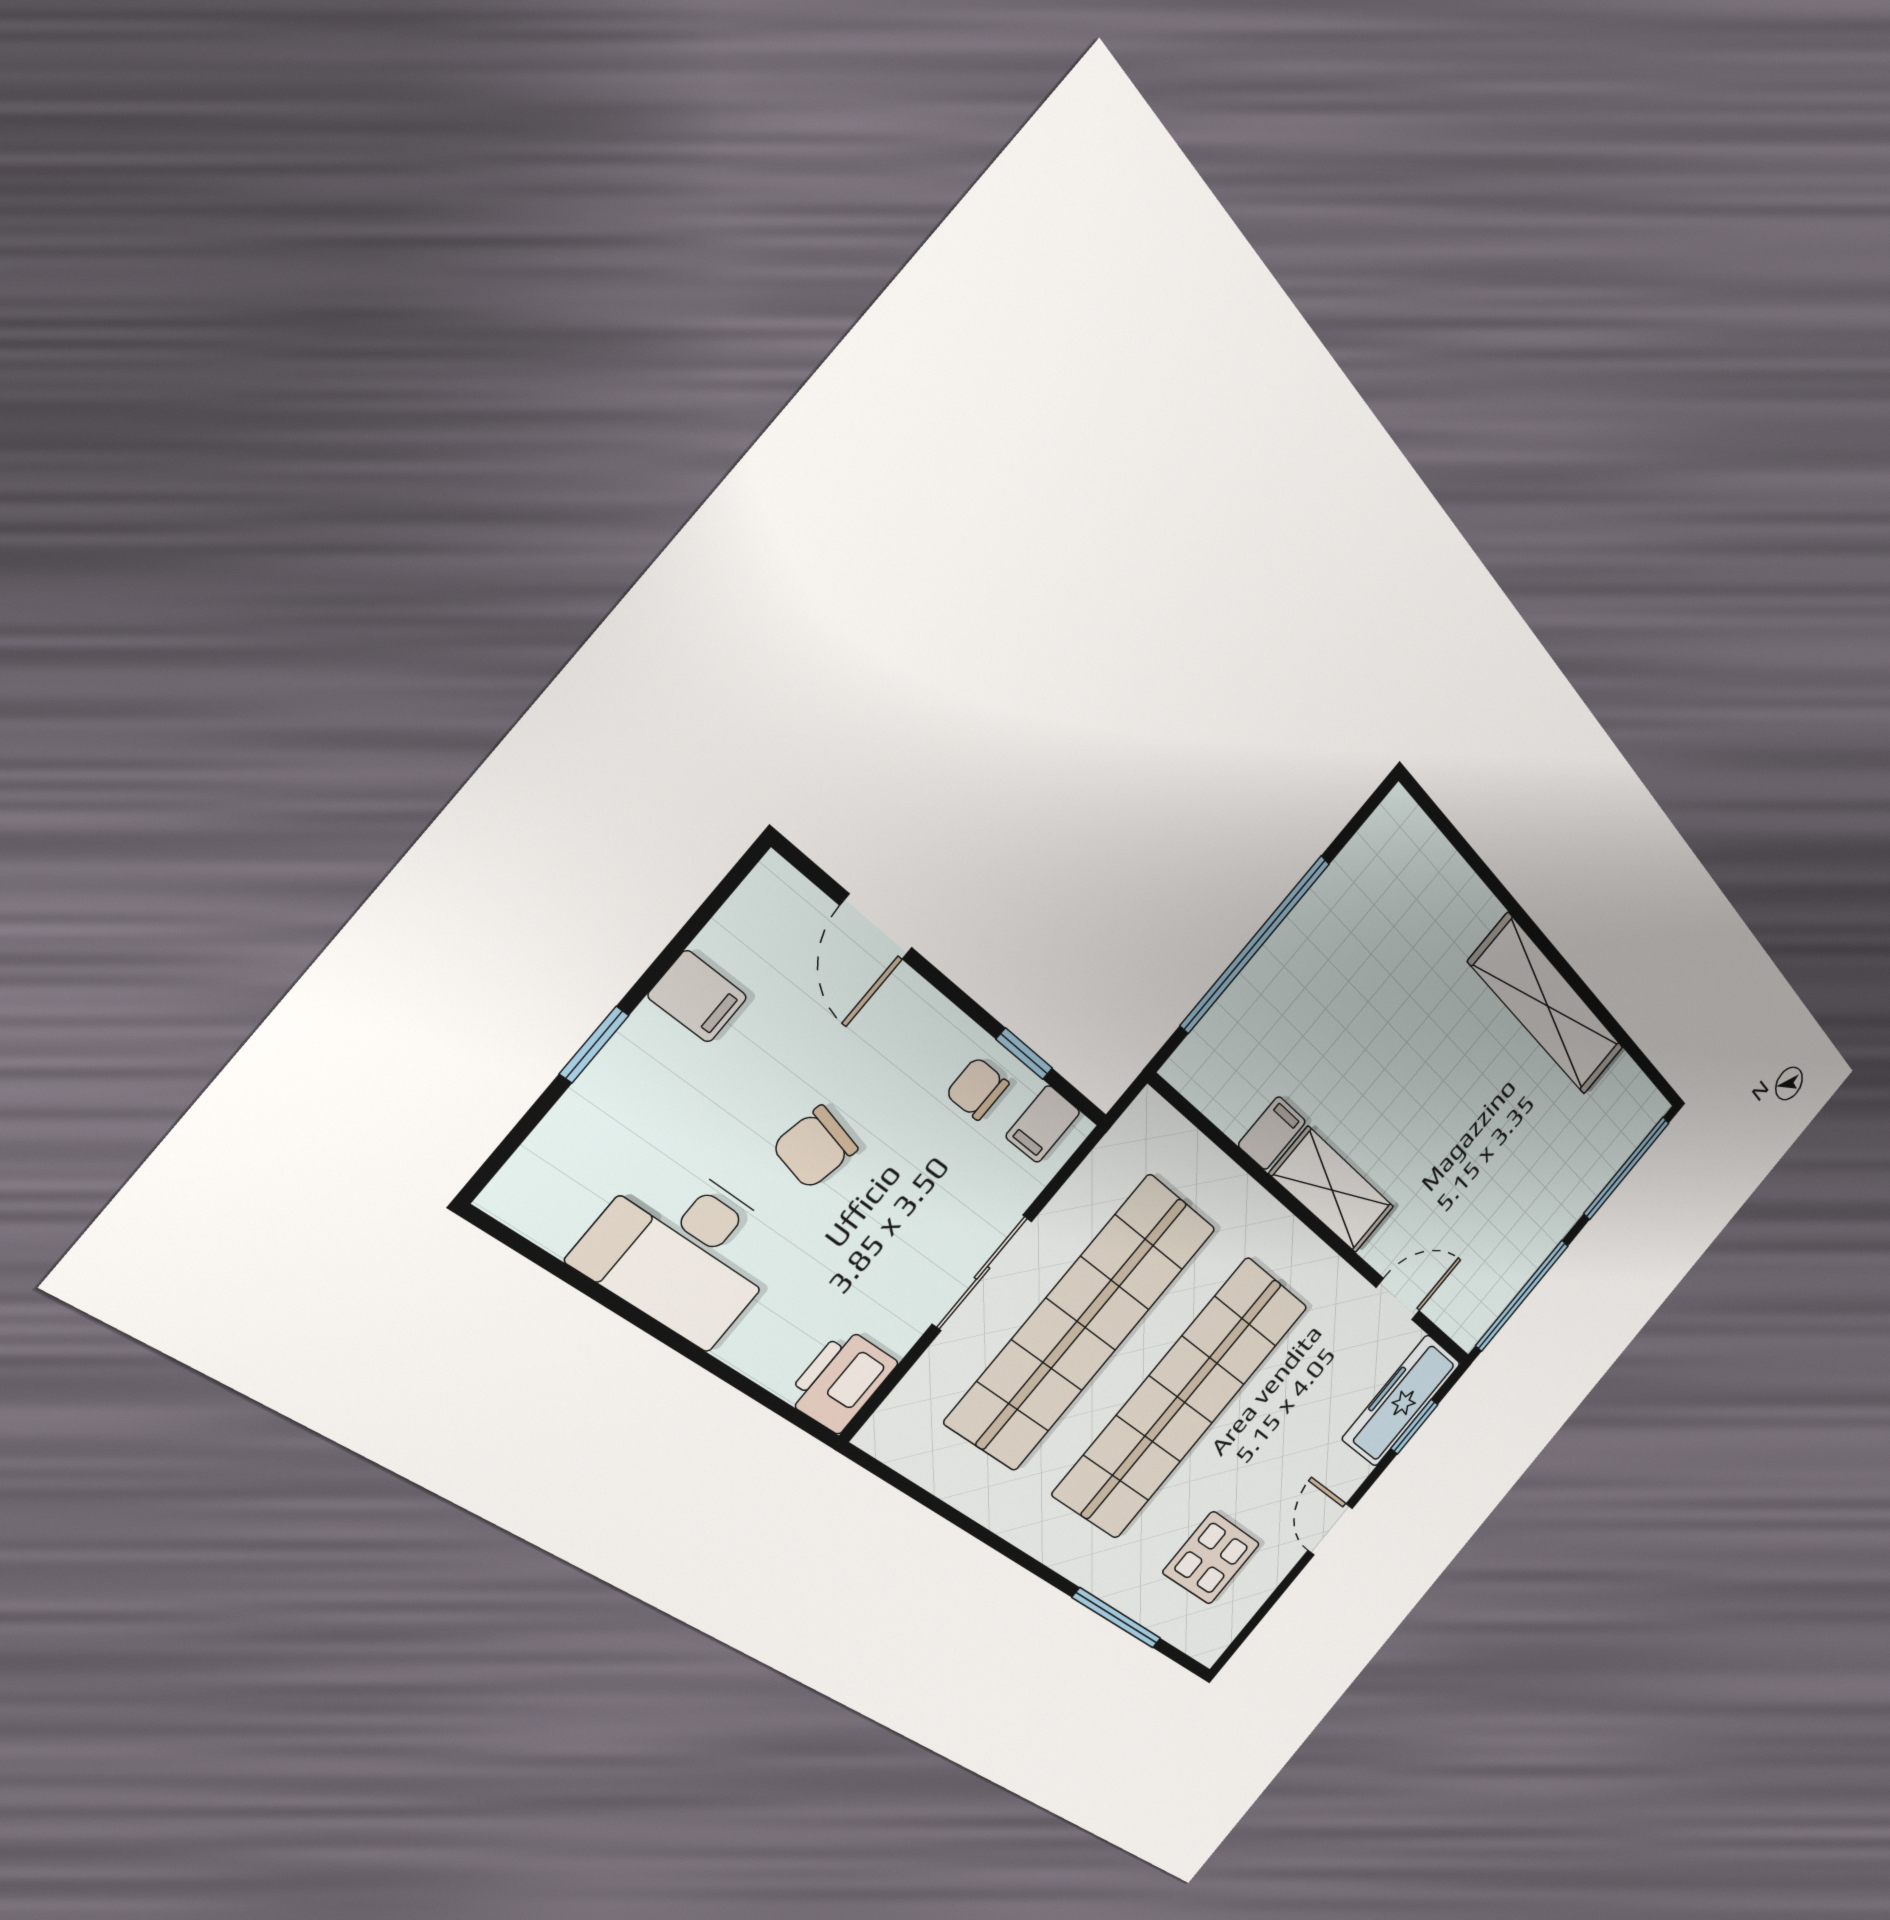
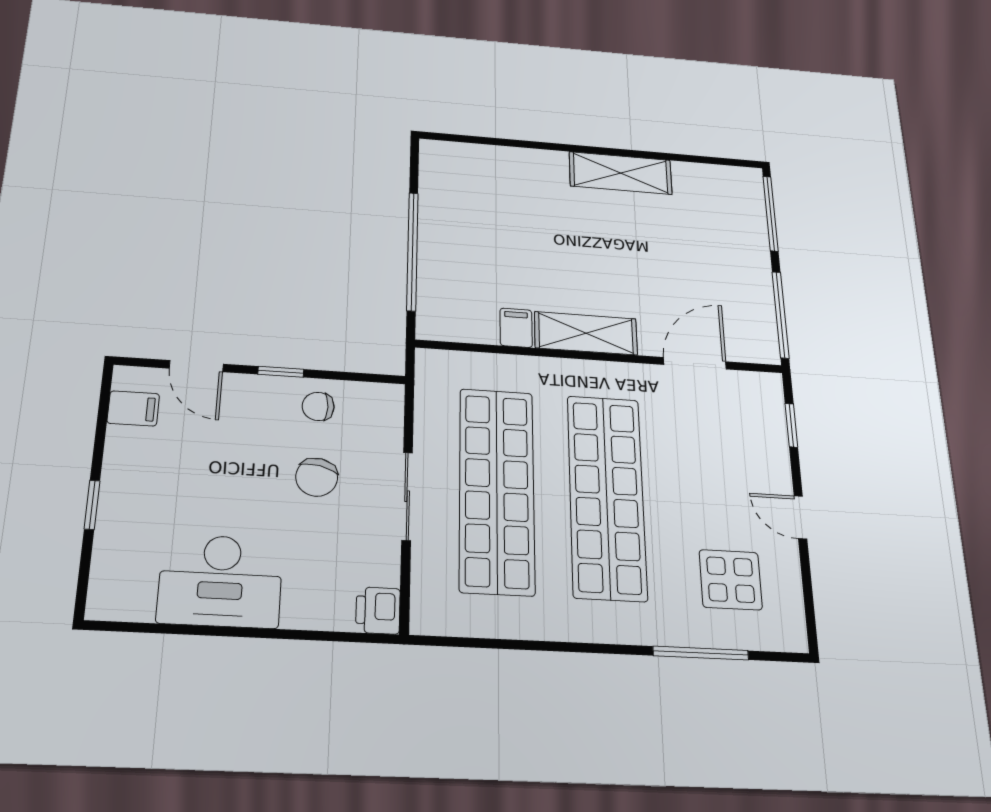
filing cabinet: (697, 997) -> (133, 408), moved
shelving: (1547, 1006) -> (621, 173), width x0.68
window: (1024, 1054) -> (281, 372), moved
filing cabinet: (1043, 1124) -> (372, 402), removed
chair: (815, 1147) -> (317, 477), moved
door: (1398, 1299) -> (695, 363), width x1.38
printer: (841, 1381) -> (378, 610), width x0.73, depth x0.81
freezer: (1401, 1401) -> (764, 416), removed

